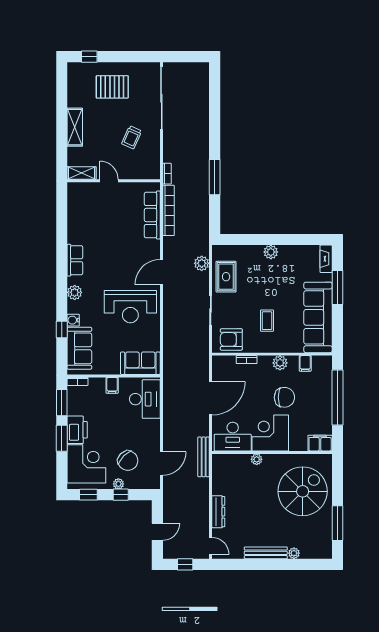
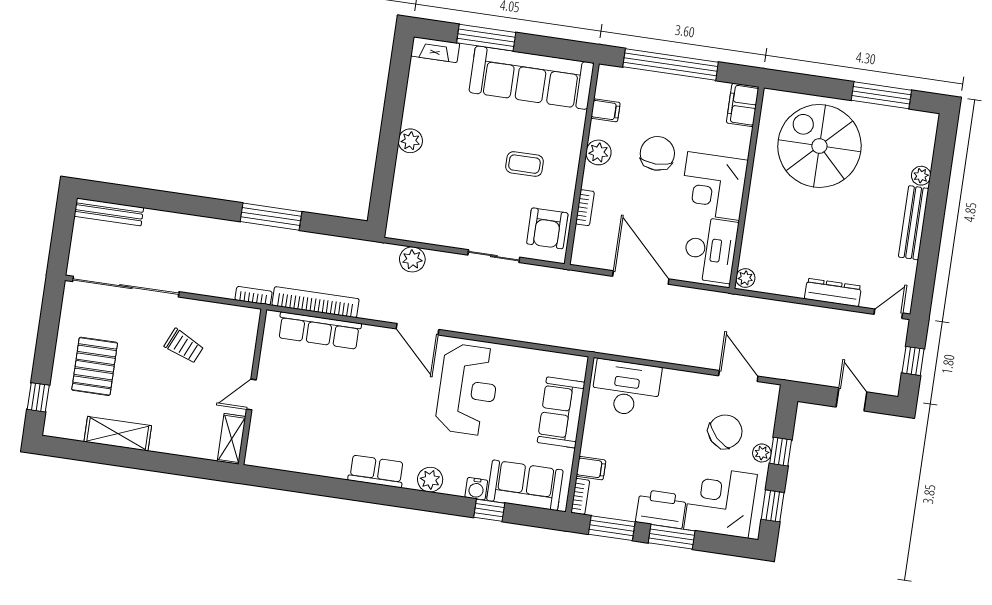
shelving: (75, 127) -> (118, 434), moved
rug: (226, 277) -> (441, 222), removed
sofa: (140, 363) -> (561, 412), moved
filing cabinet: (112, 385) -> (591, 468), moved
bench: (204, 457) -> (109, 212), moved
plant: (257, 459) -> (745, 278), moved

